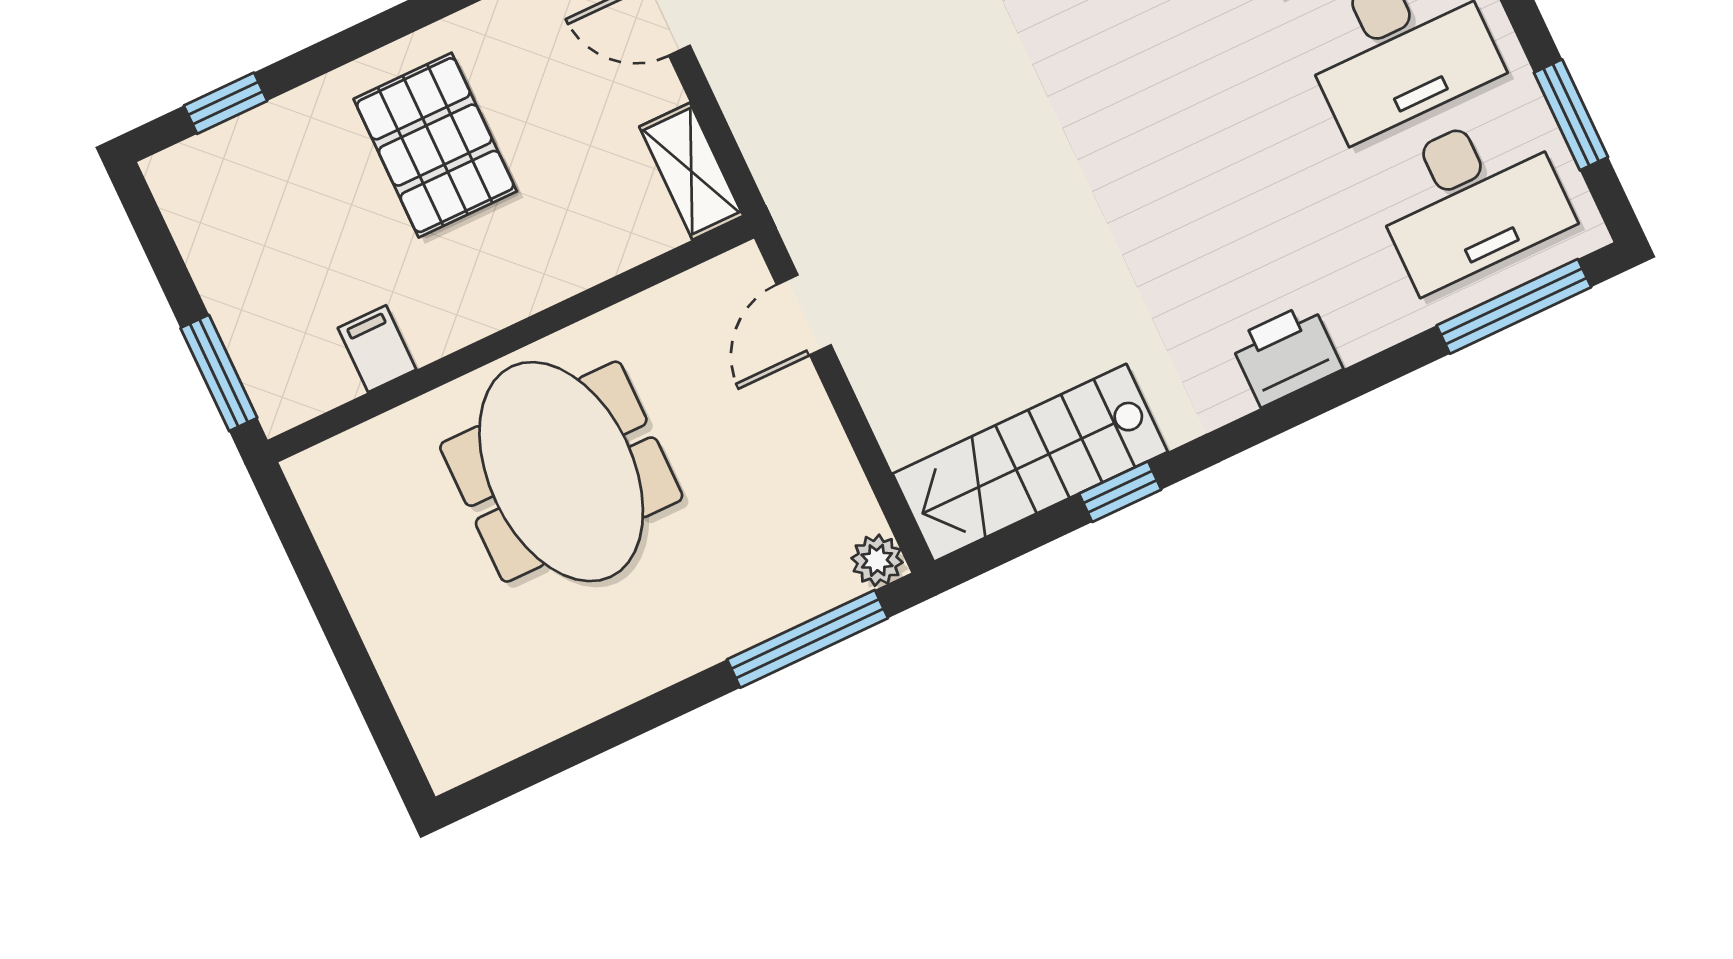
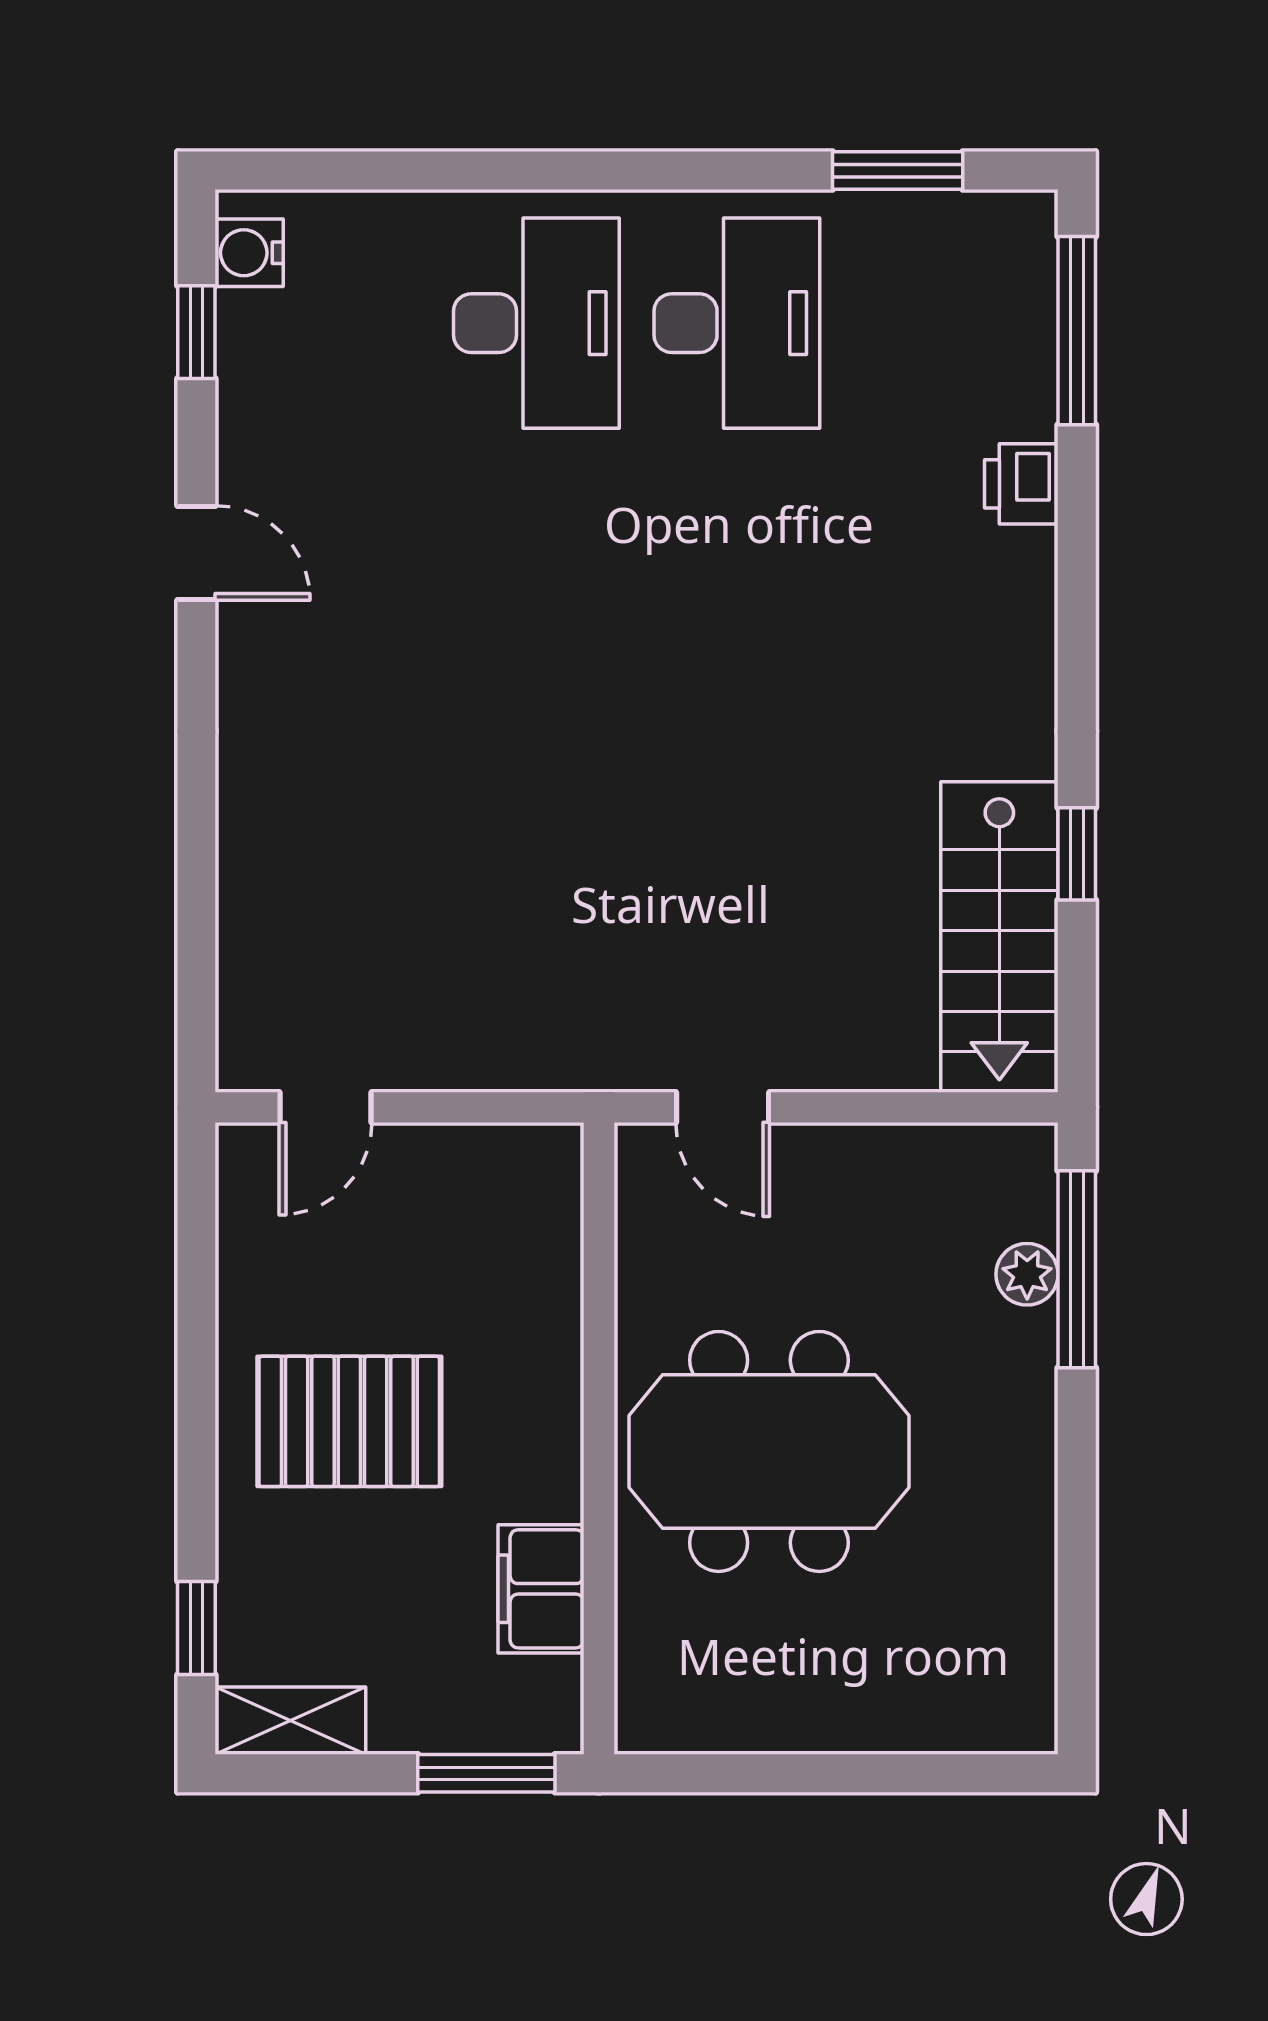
shelving: (691, 171) -> (290, 1721), moved
desk: (1470, 199) -> (937, 323), removed
filing cabinet: (377, 349) -> (541, 1589), width x2.00
printer: (1286, 354) -> (1021, 484), moved, width x0.73, depth x0.81
plant: (877, 560) -> (1027, 1274), moved

